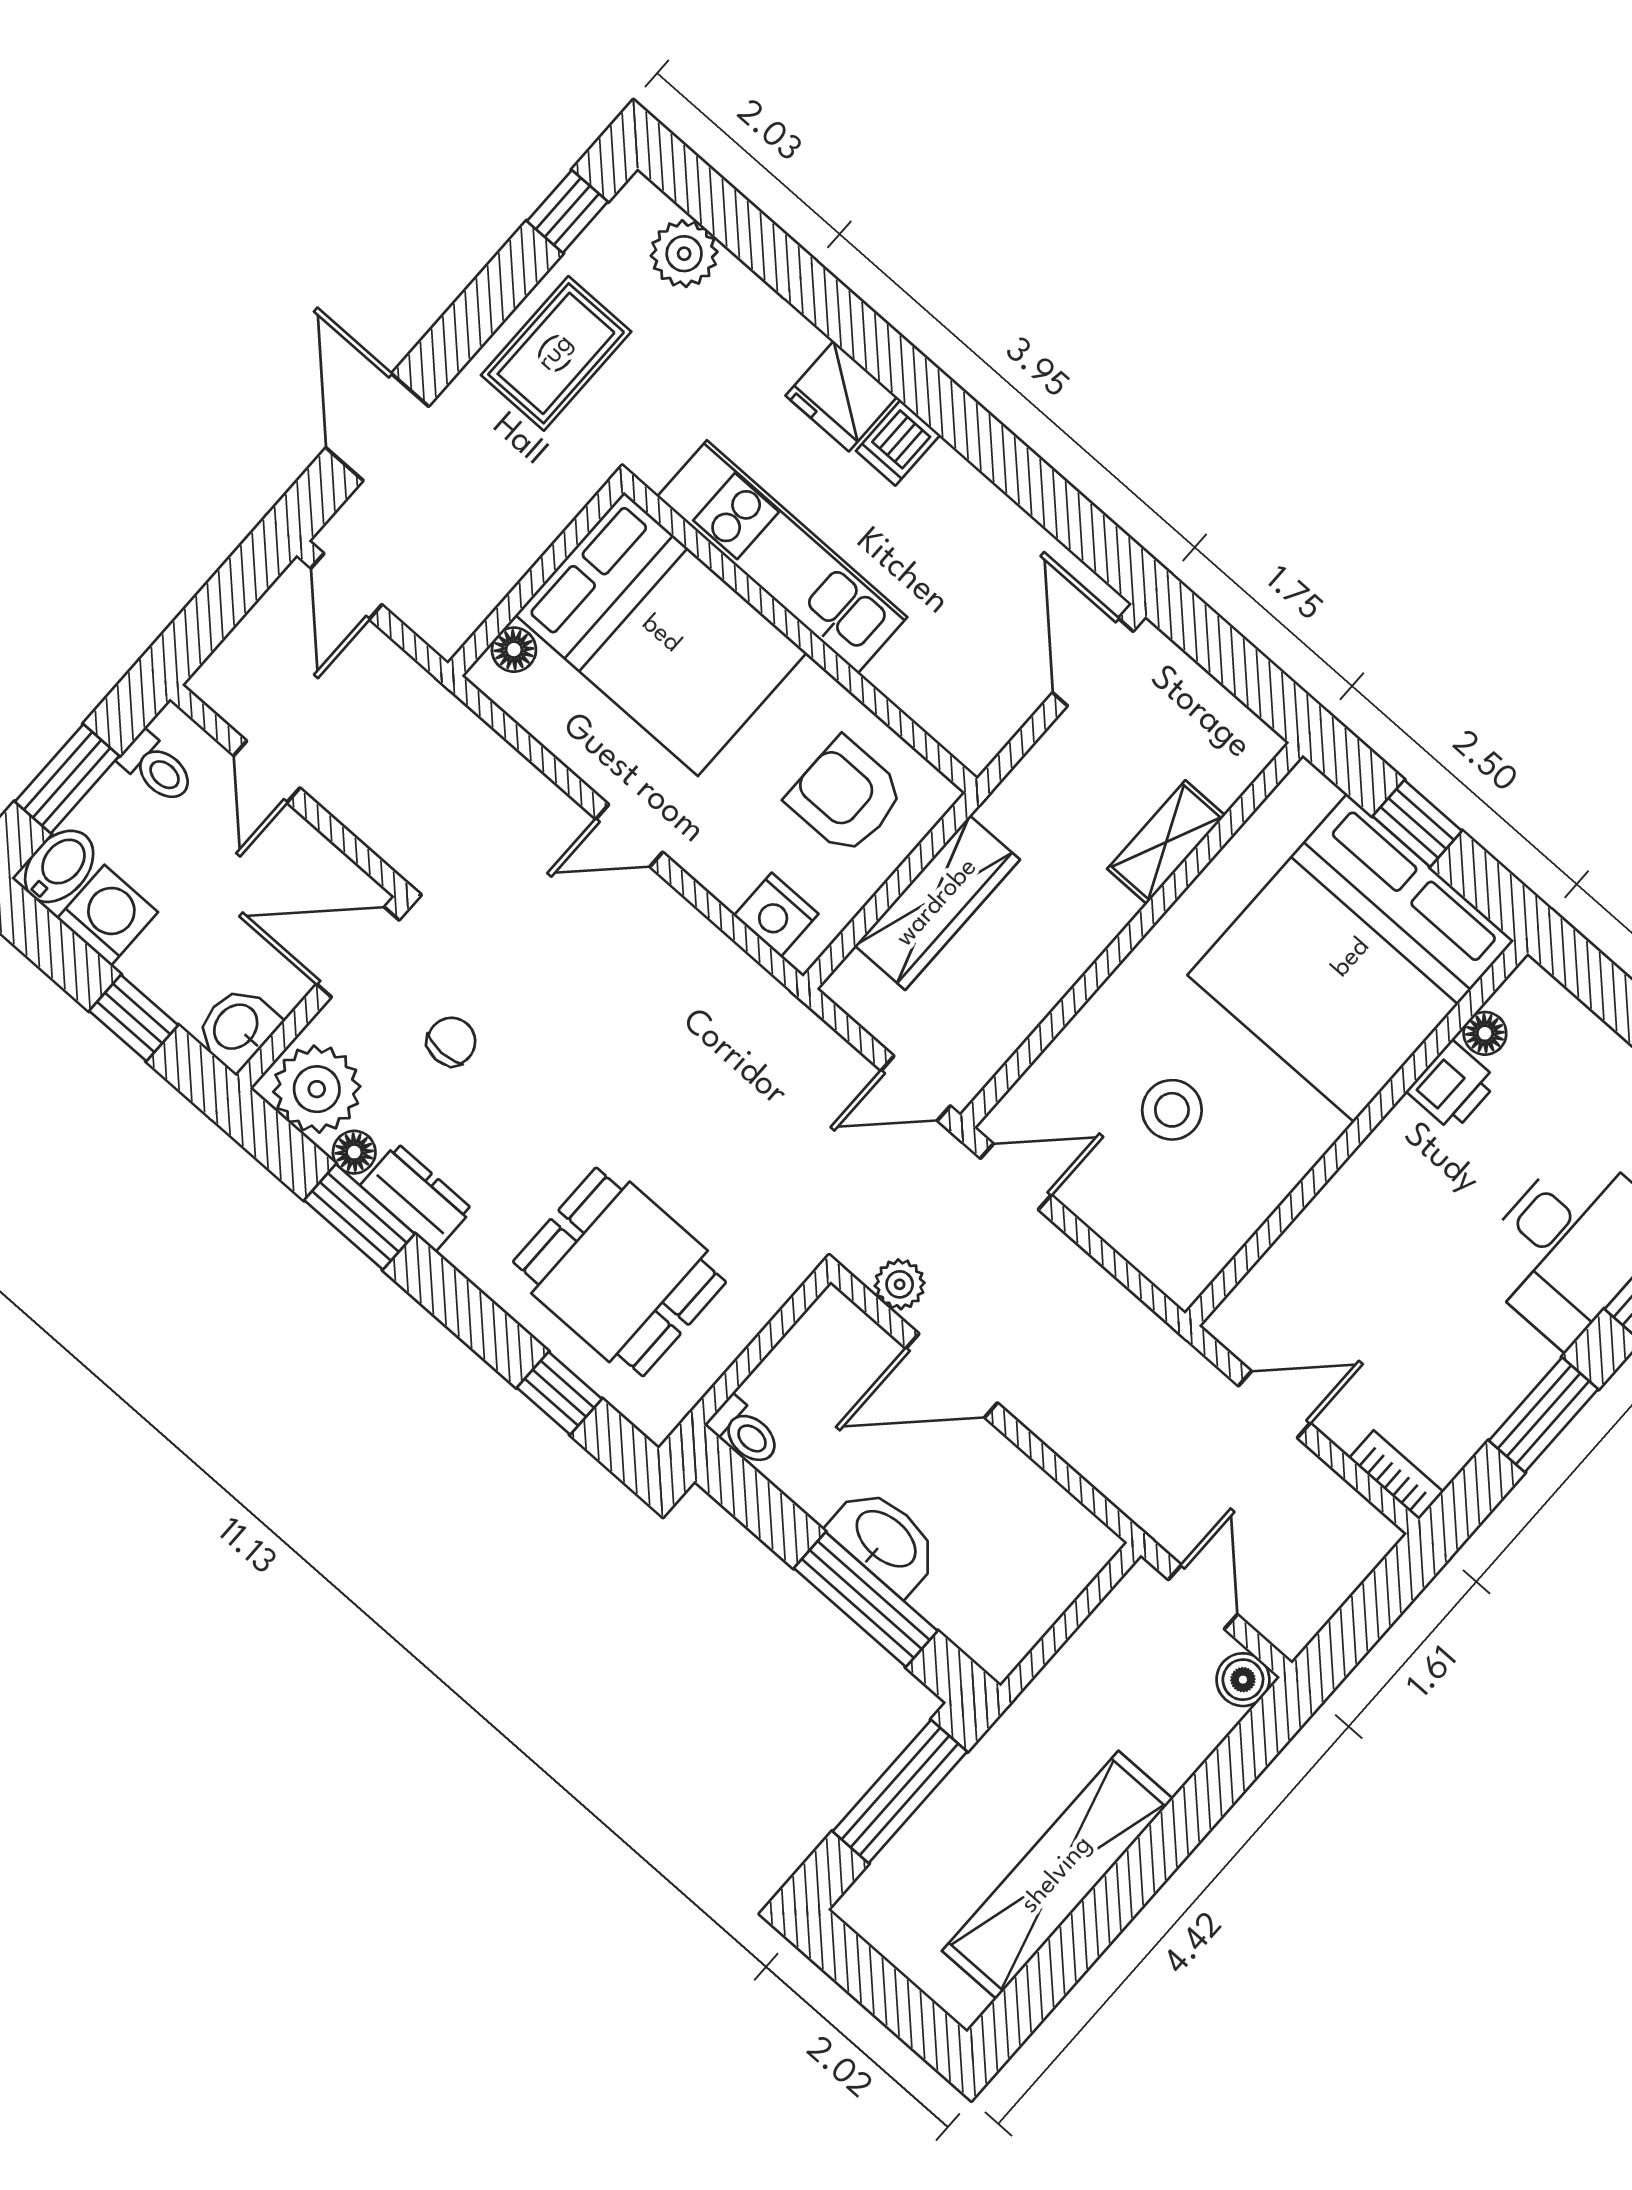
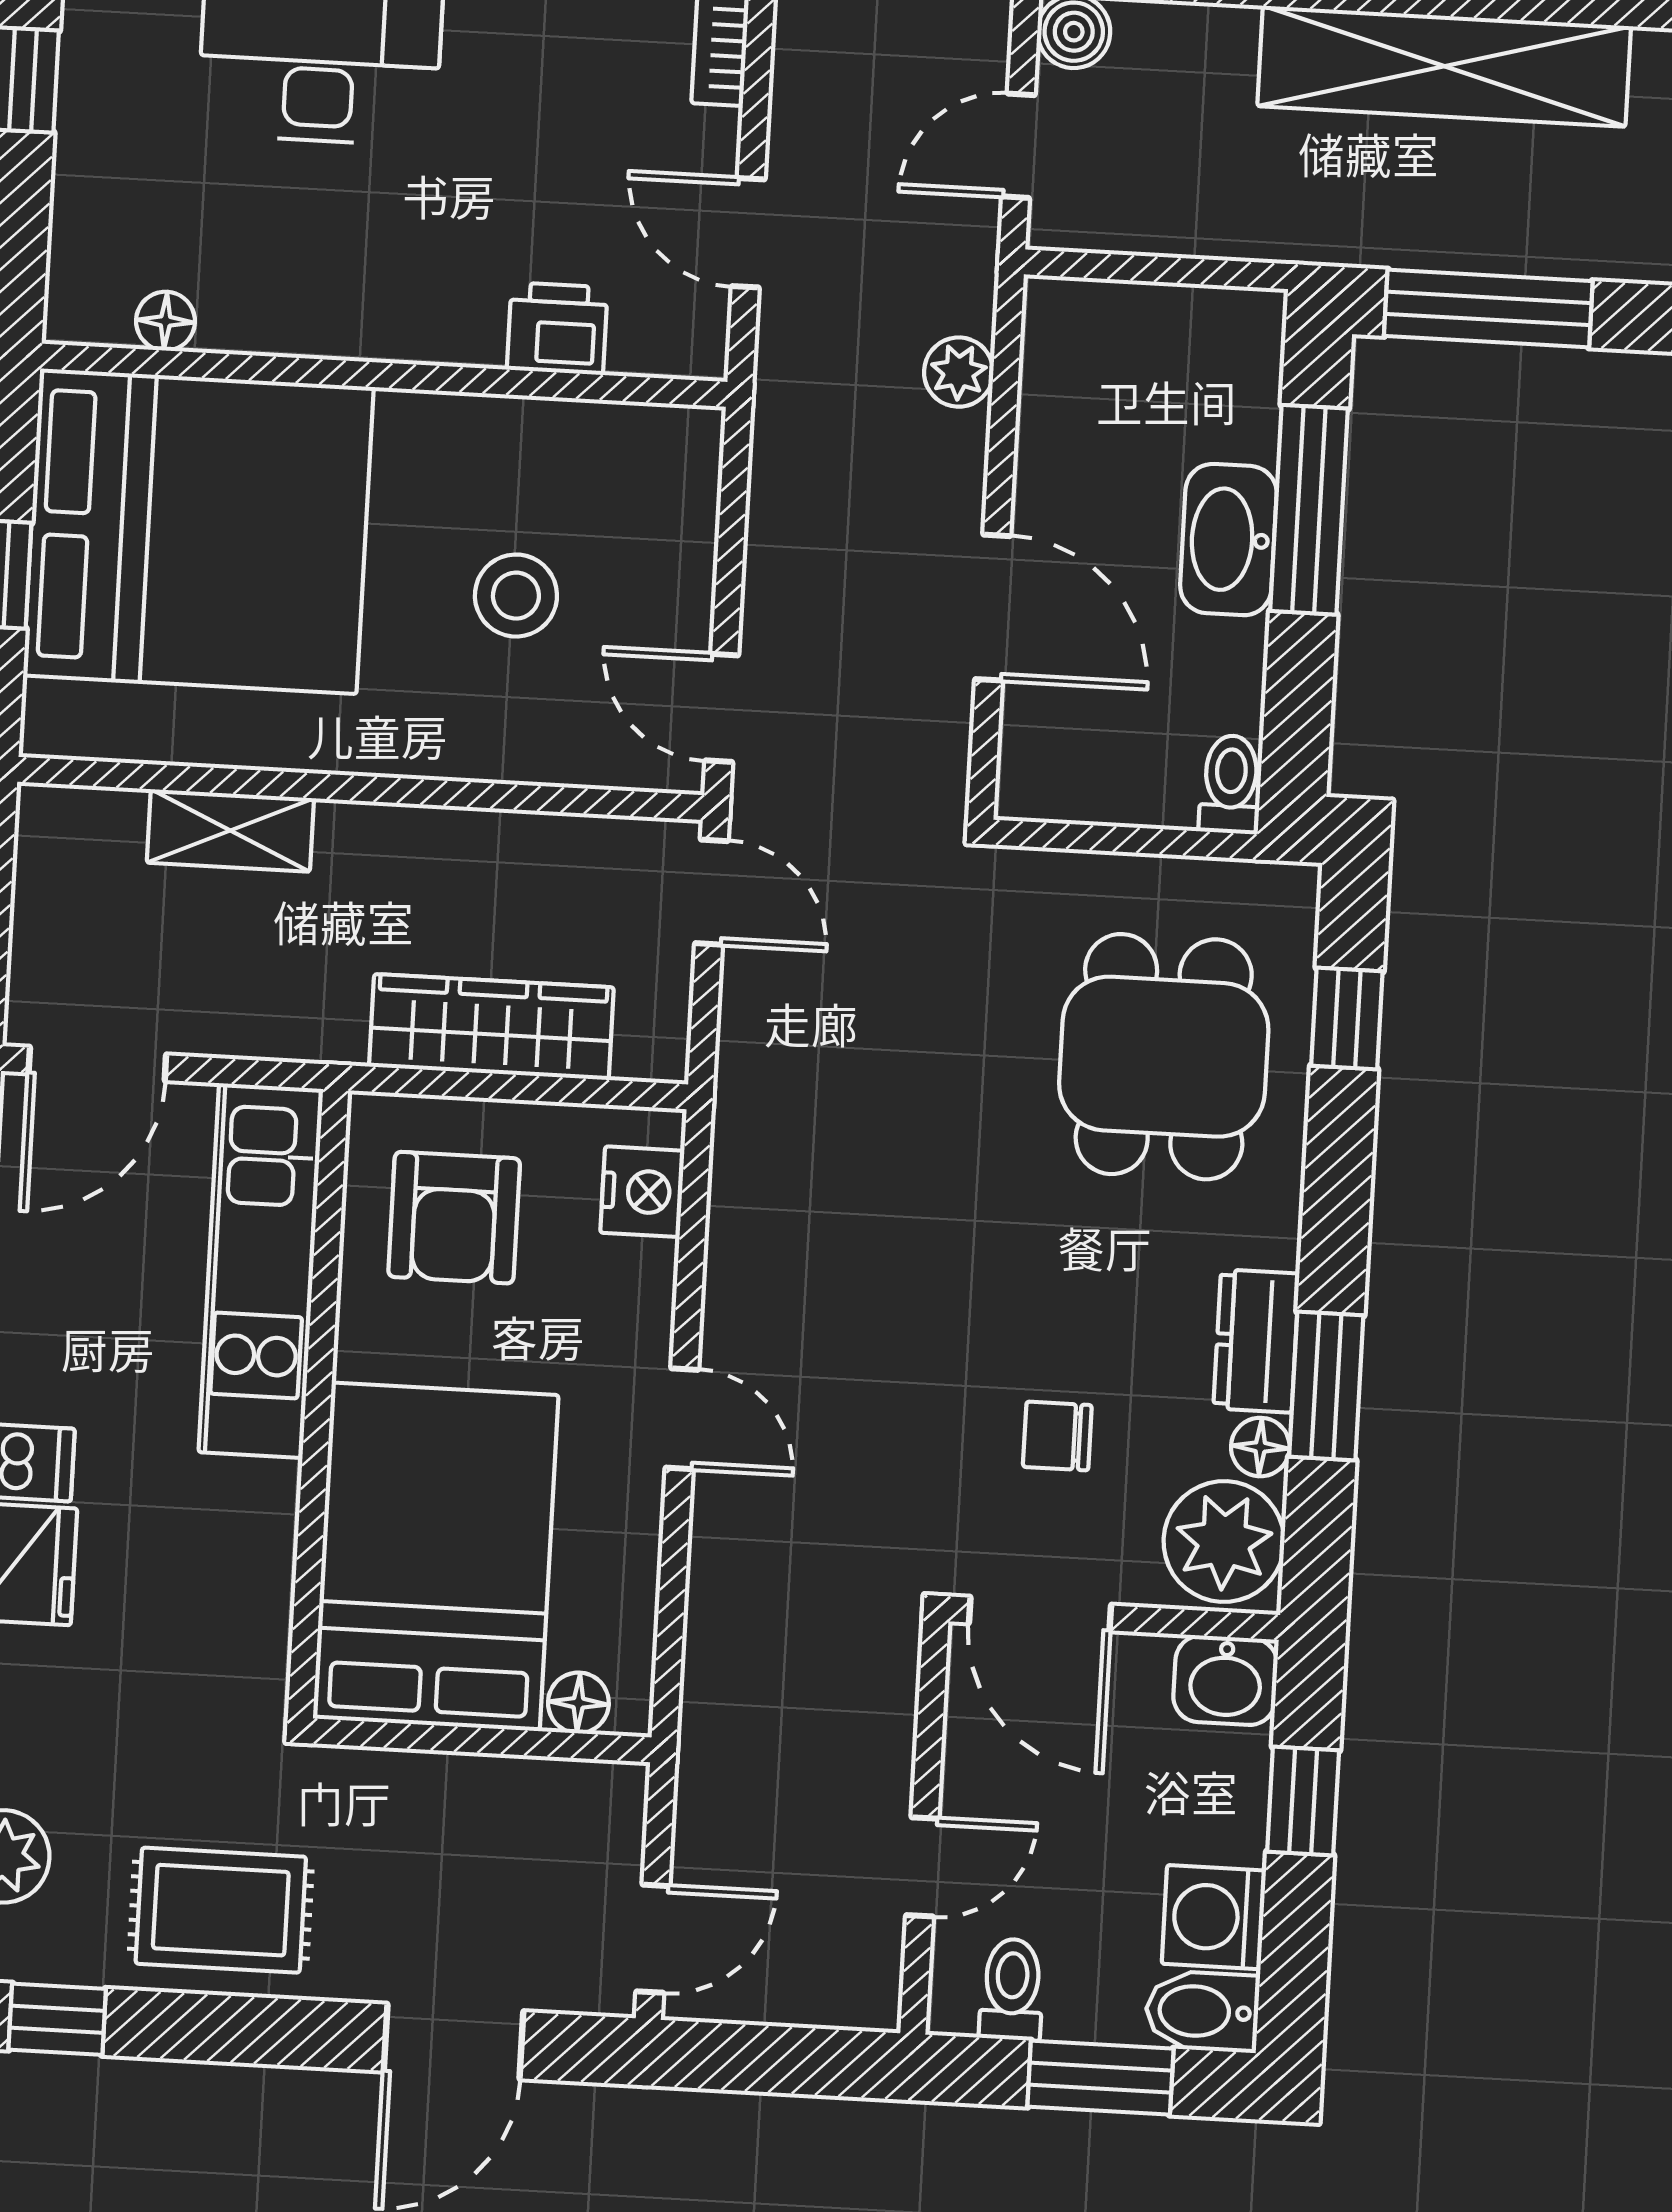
kitchen unit: (782, 557) -> (261, 1271), moved
printer: (1452, 1086) -> (557, 329), moved
plant: (900, 1284) -> (959, 372), moved

